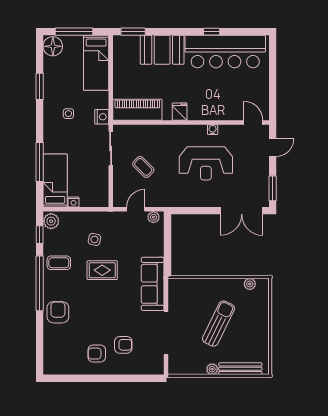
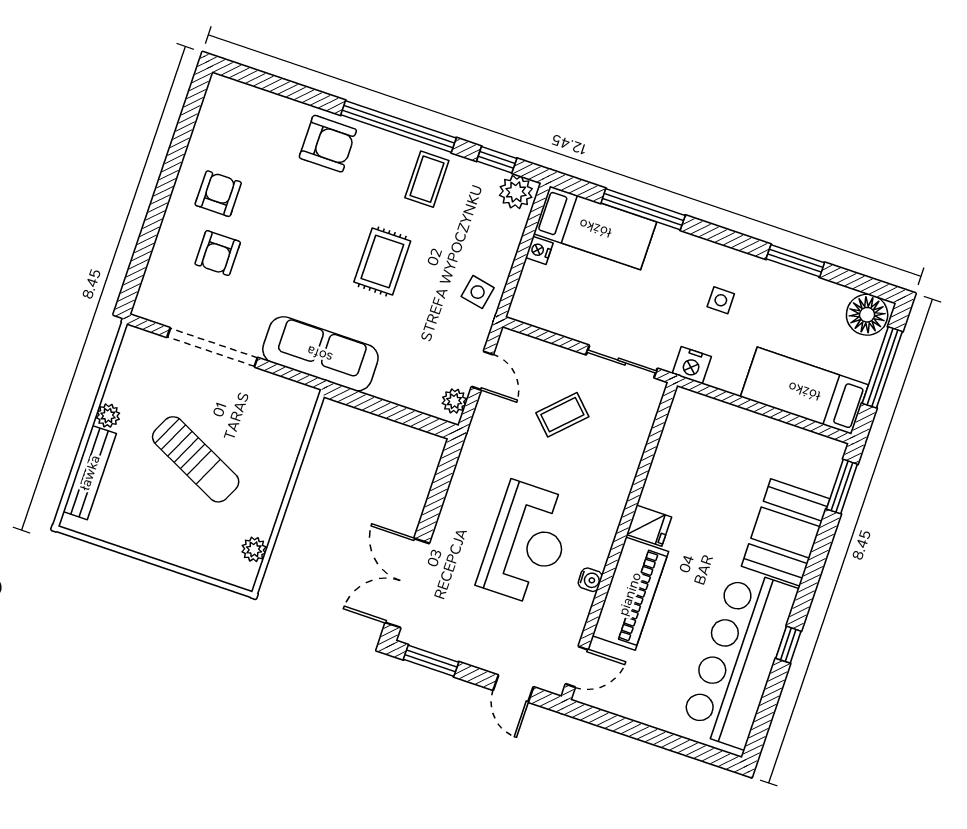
piano: (137, 110) -> (630, 594), moved
reception desk: (206, 163) -> (527, 543), turned 180
side table: (94, 239) -> (478, 292), moved

